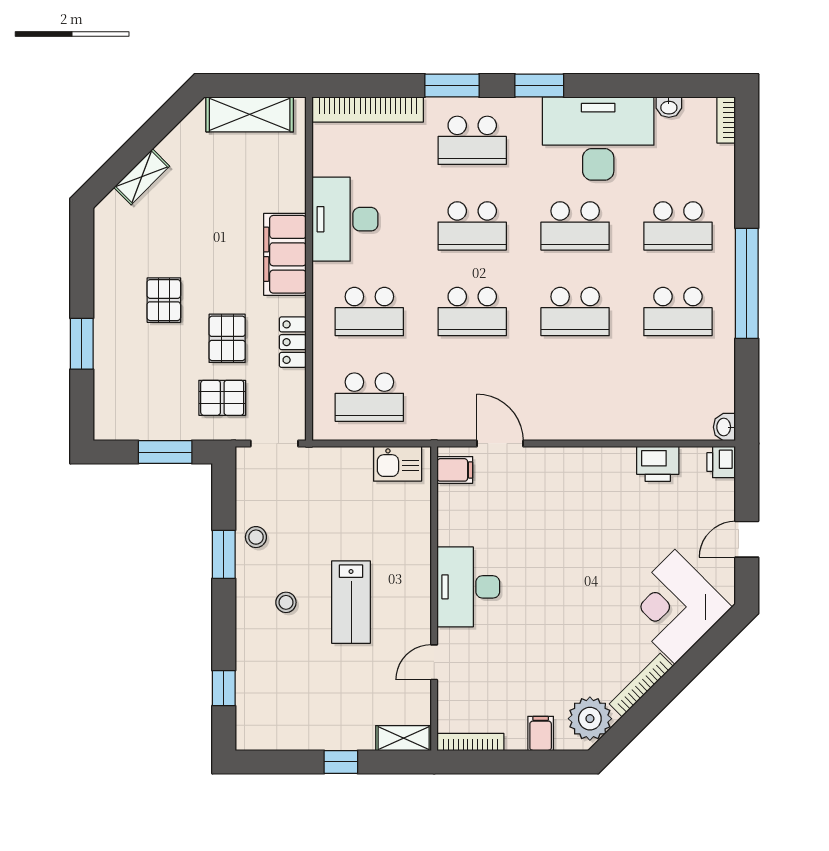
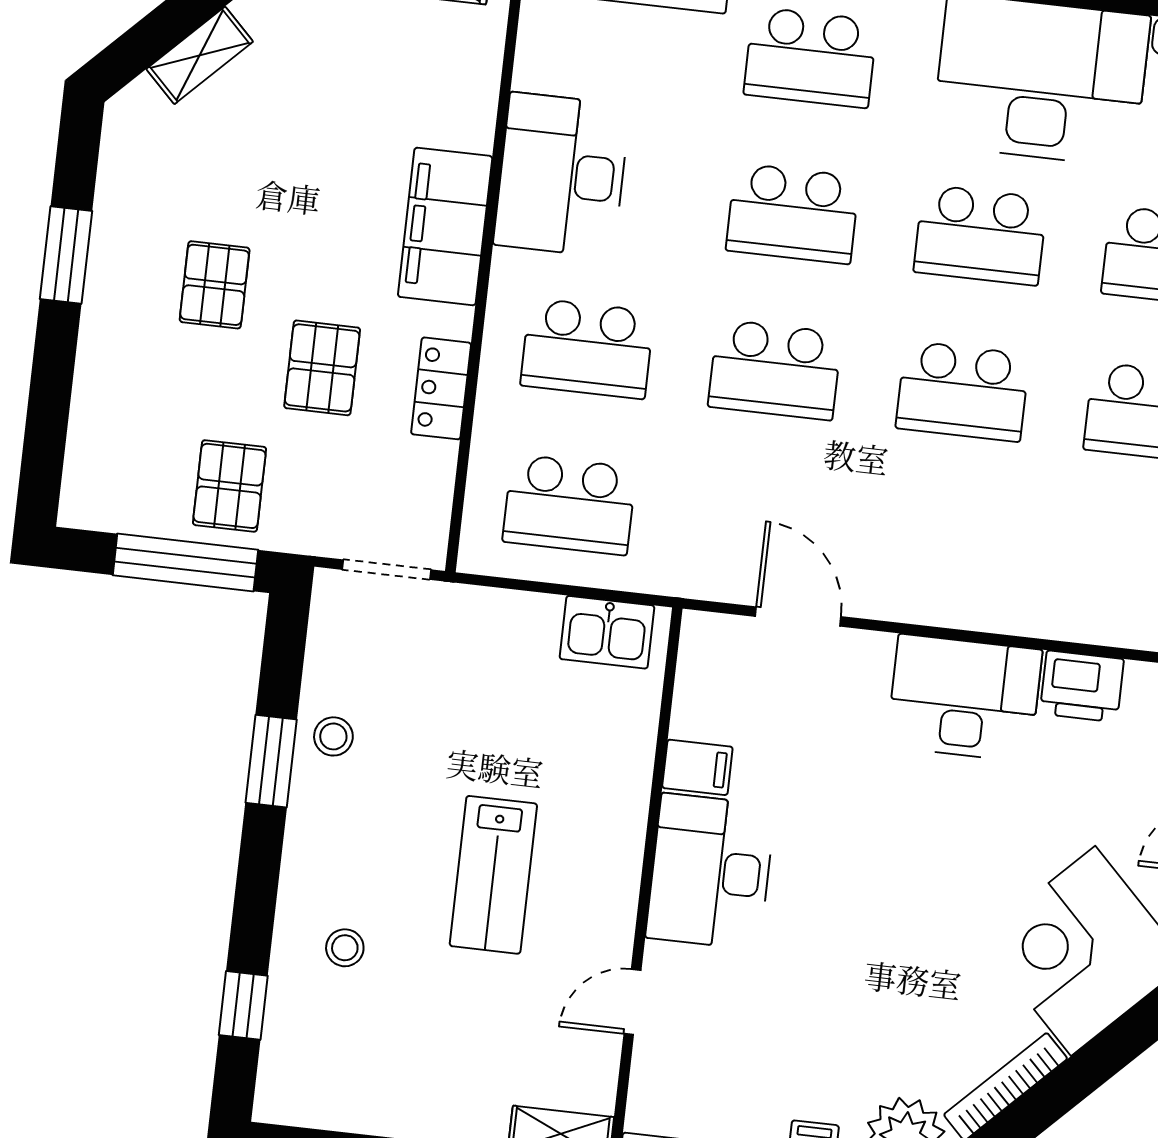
window: (82, 344) -> (66, 255), moved
pallet: (222, 398) -> (230, 486), moved, turned 90
window: (165, 452) -> (185, 562), width x1.44
filing cabinet: (455, 470) -> (697, 767), moved
desk: (595, 477) -> (964, 698), added
stool: (286, 602) -> (345, 948), moved

